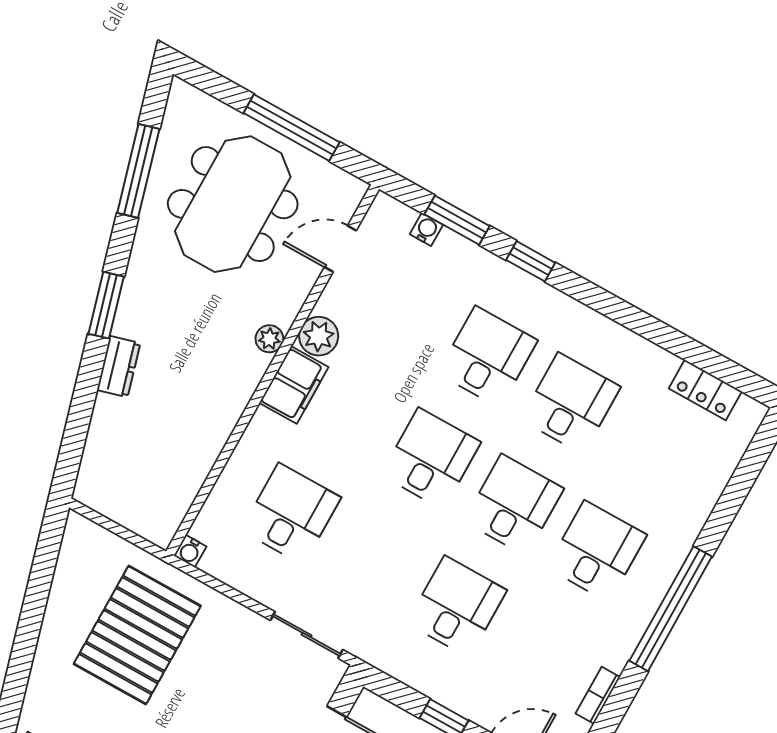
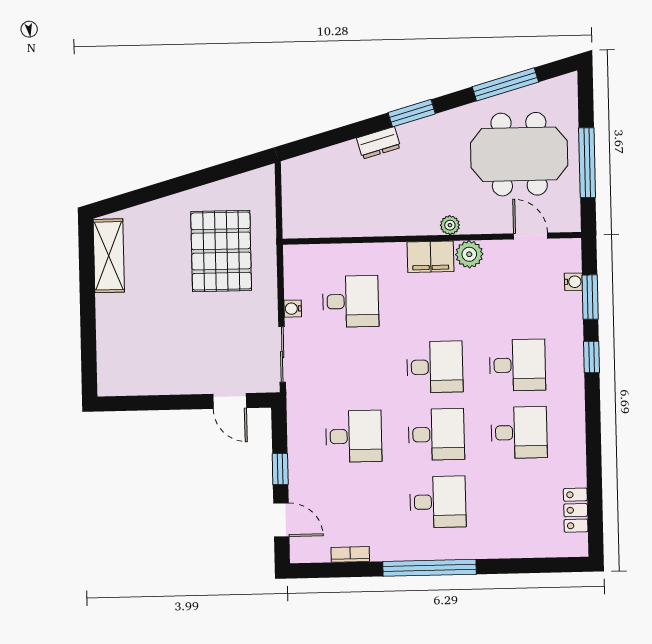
water cooler: (190, 551) -> (293, 309), moved
pallet: (137, 635) -> (221, 251), turned 90

